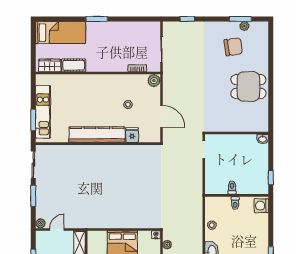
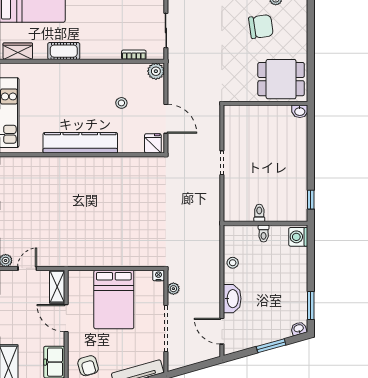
cot: (74, 65) -> (64, 51), moved
wall: (237, 133) -> (266, 103), moved
fridge: (132, 135) -> (153, 143), moved
washbasin: (263, 139) -> (300, 111), moved

